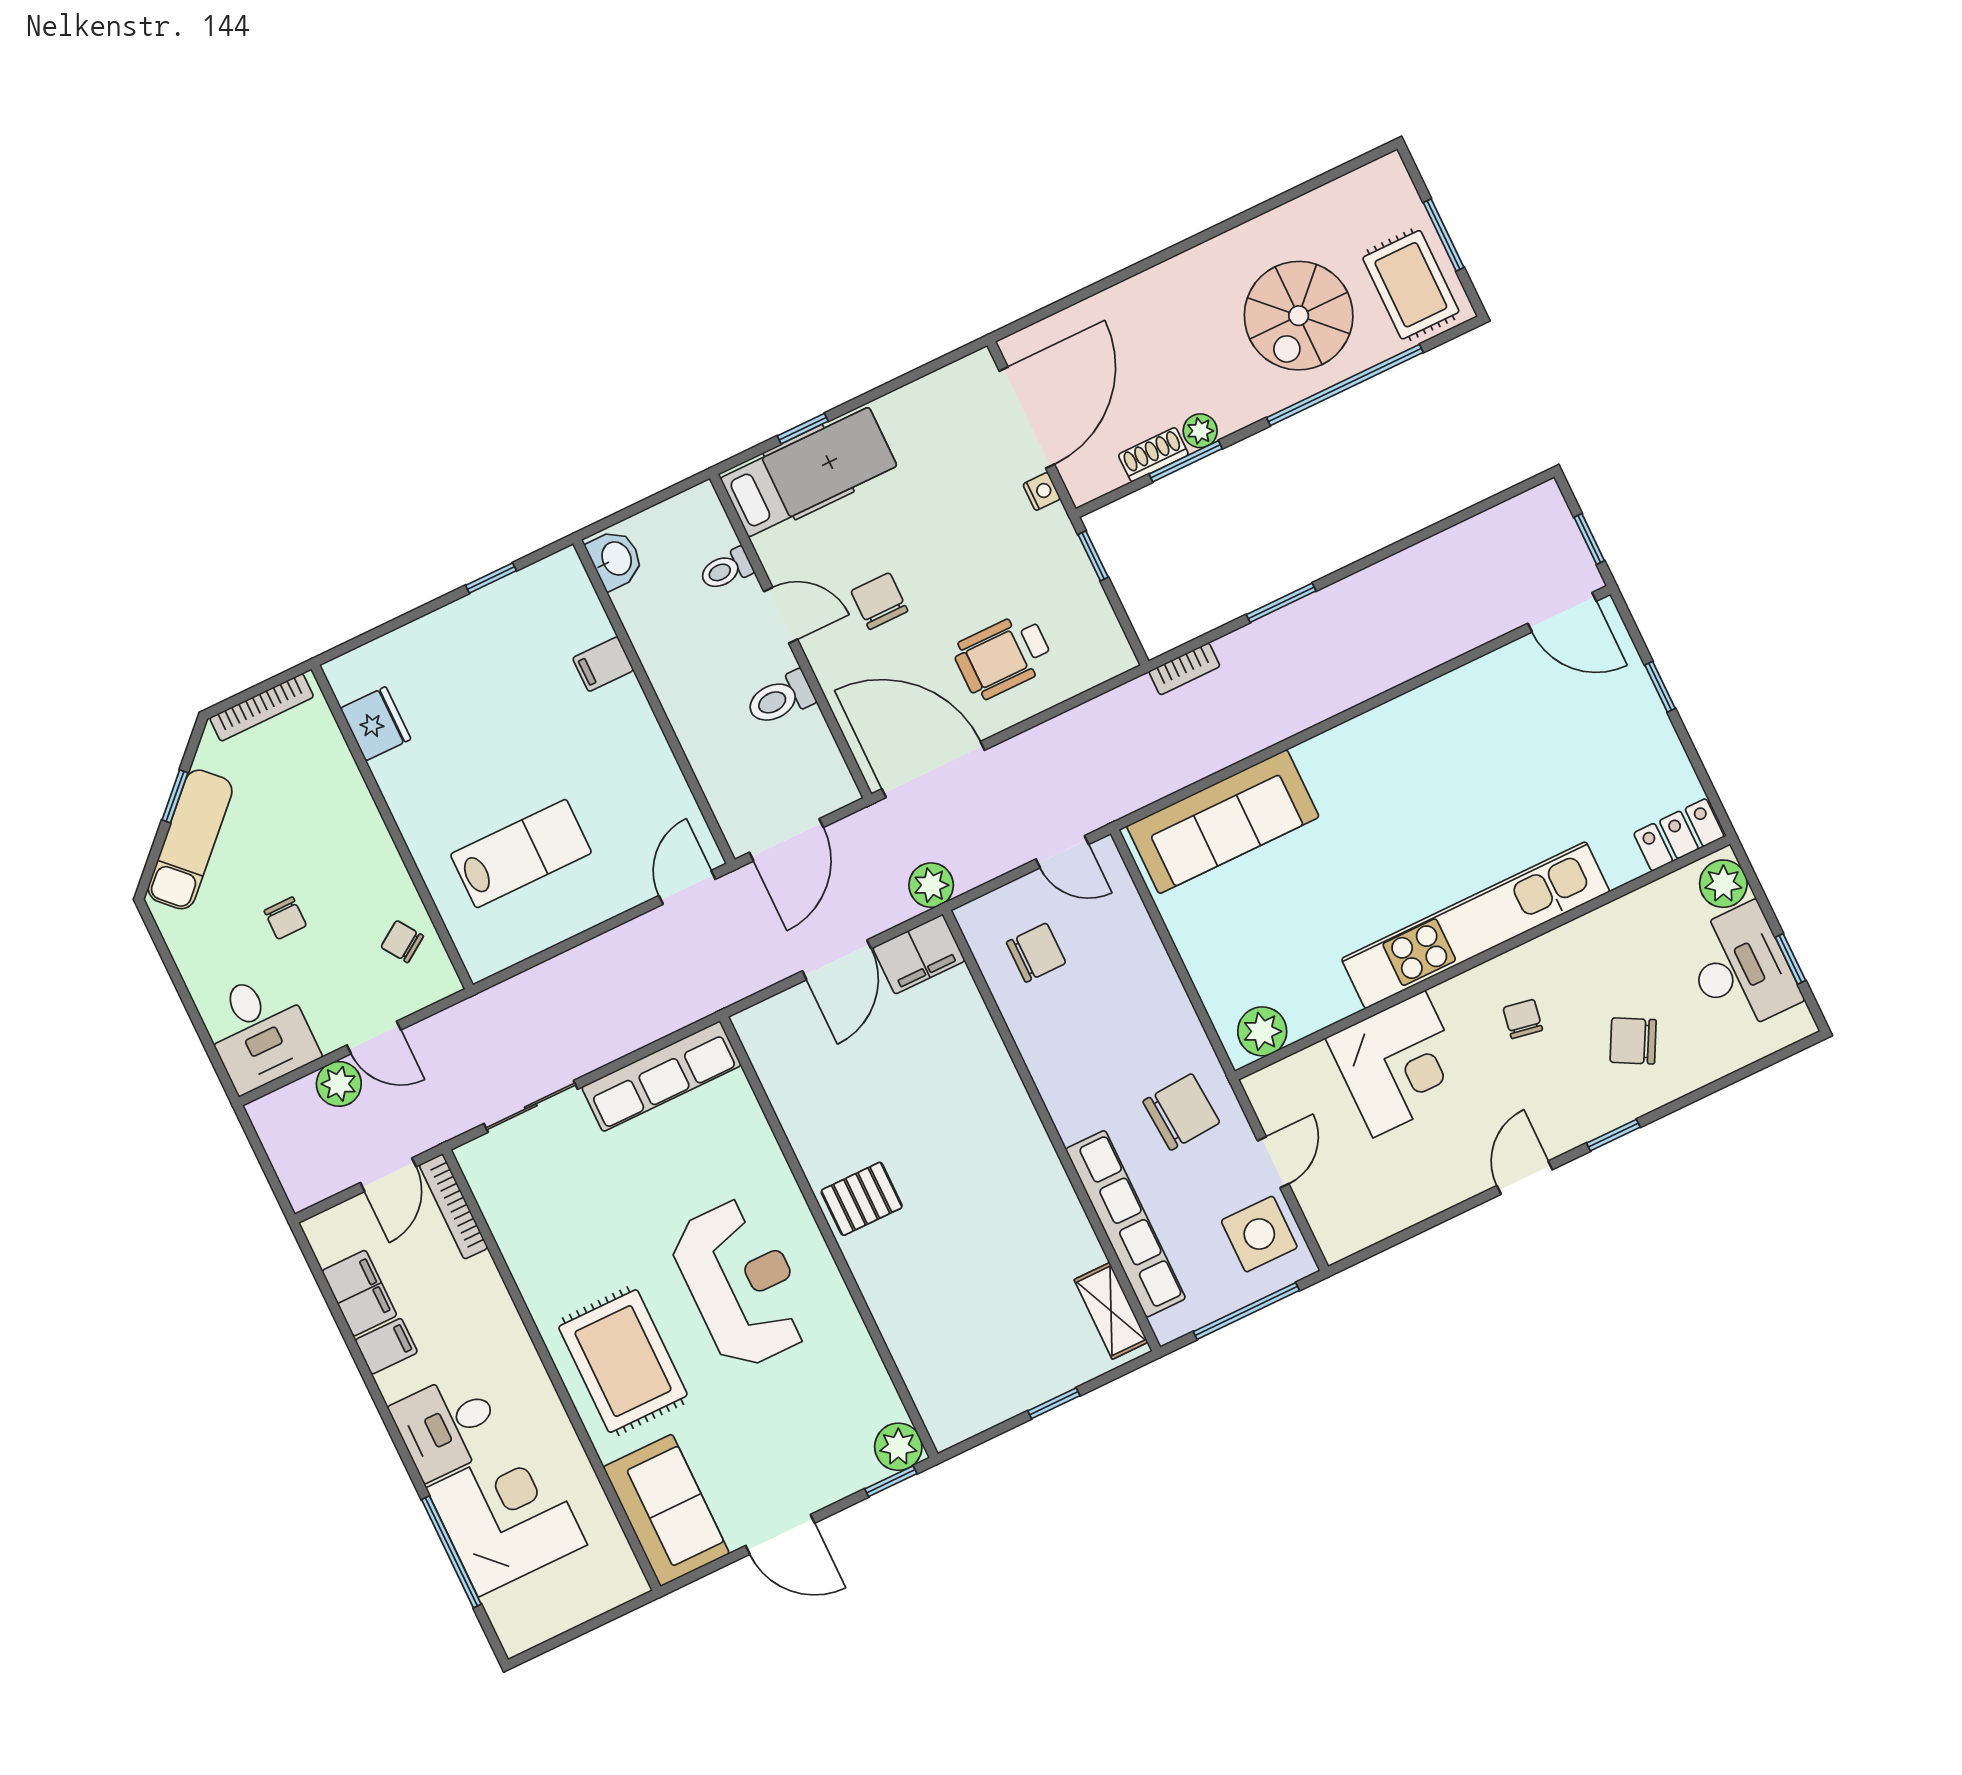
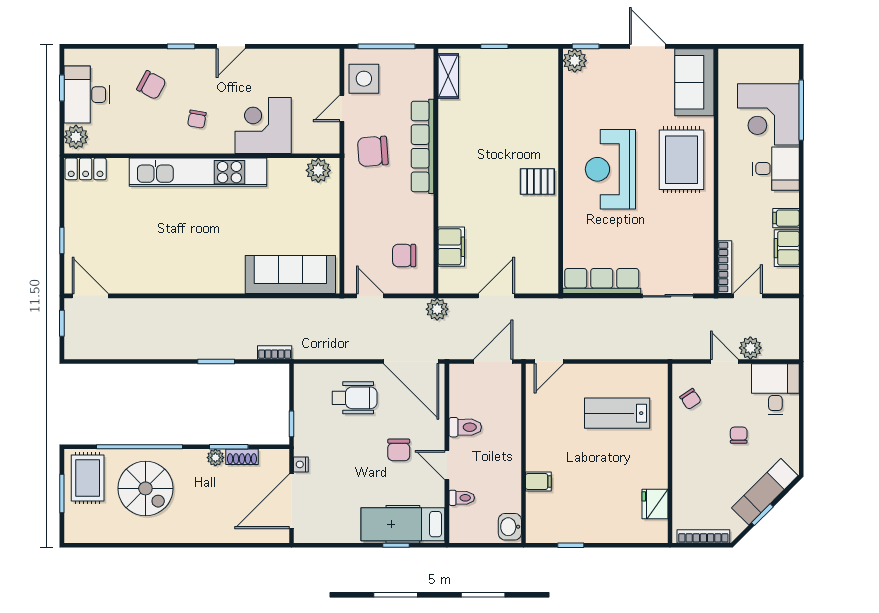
spiral stairs: (1299, 316) -> (145, 488), turned 90
filing cabinet: (919, 954) -> (451, 247), moved, turned 90
row of seats: (1126, 1224) -> (423, 146), moved

